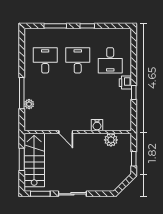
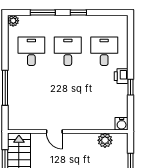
desk: (110, 60) -> (104, 51), turned 180
plant: (29, 104) -> (13, 21), moved
water cooler: (97, 125) -> (122, 124), moved

